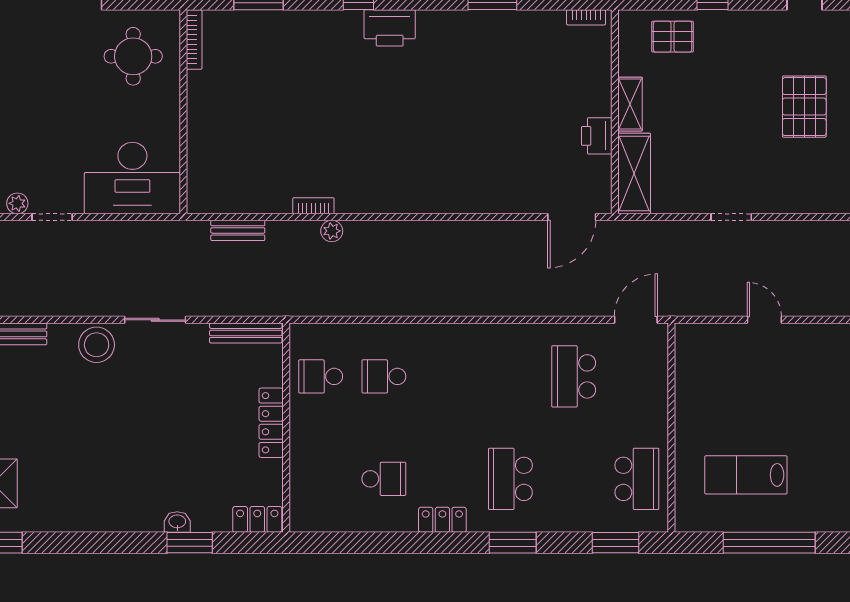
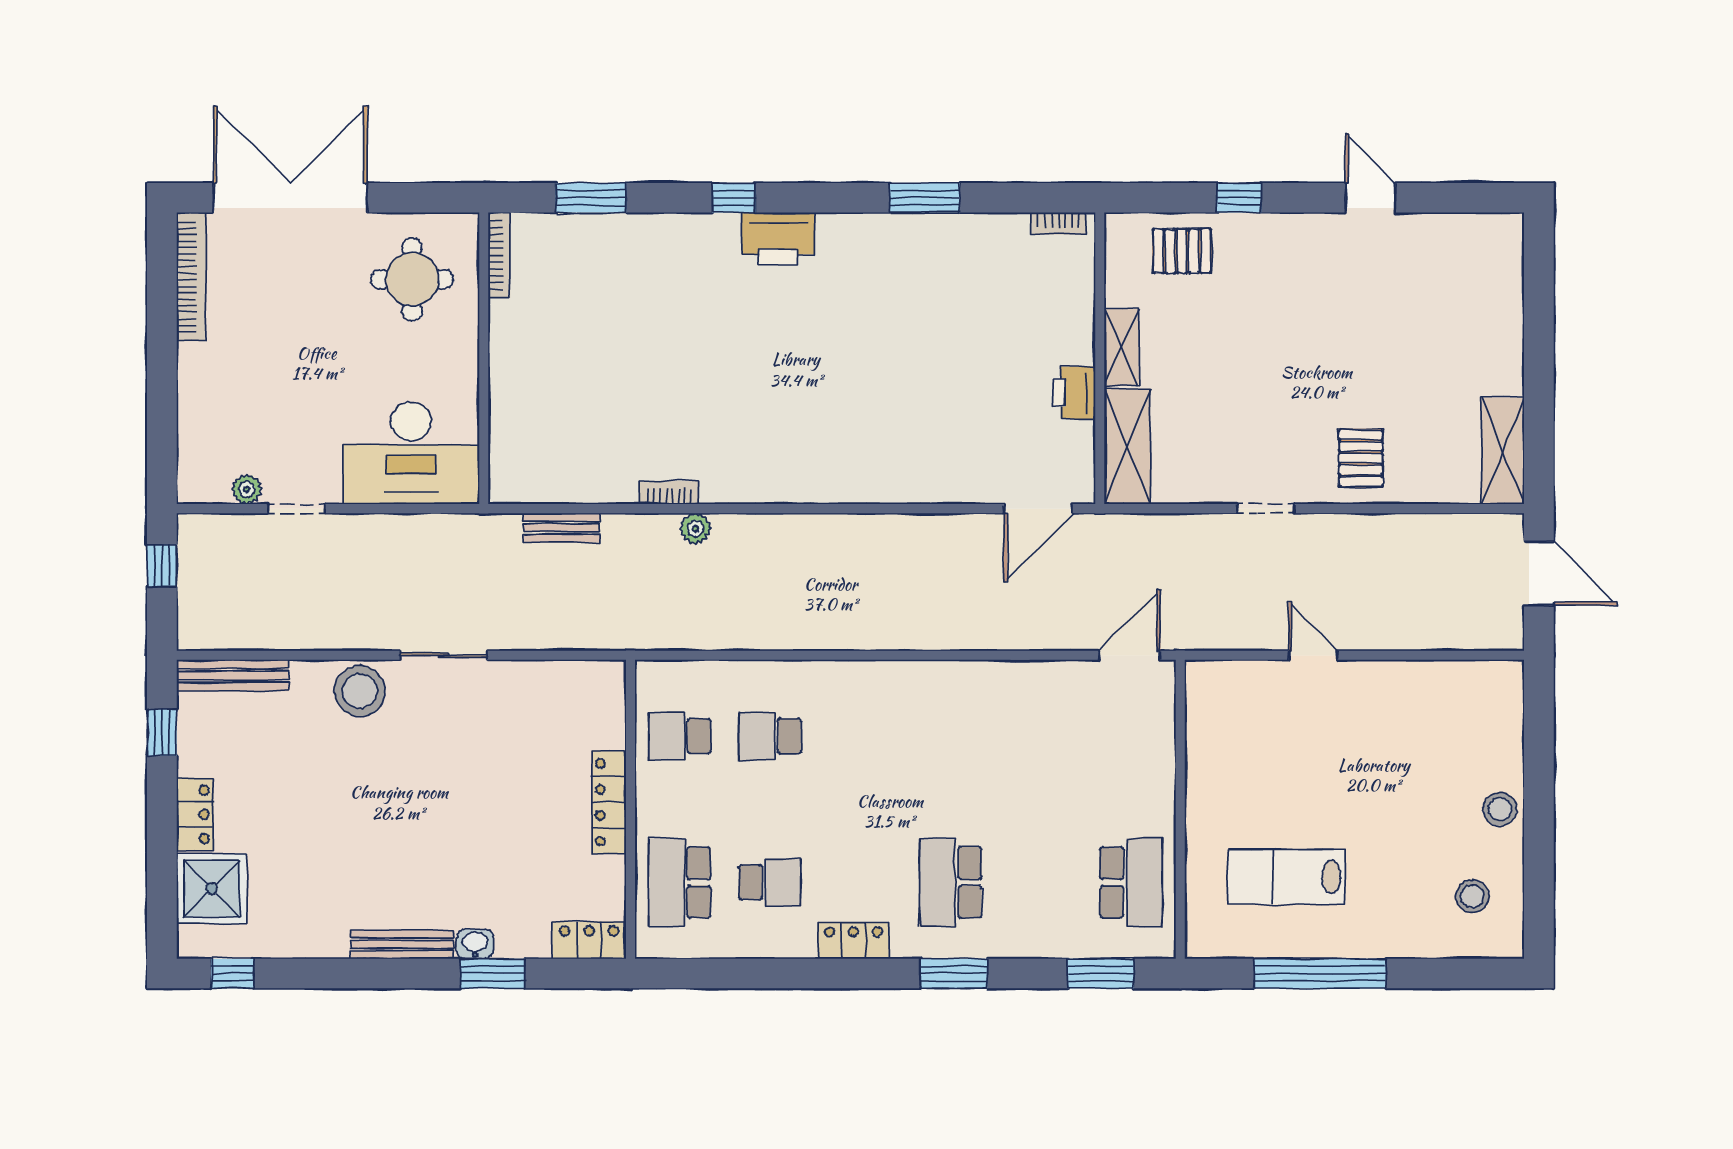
pallet: (804, 107) -> (1361, 458), moved, width x0.67, depth x0.71
bench: (246, 333) -> (402, 944), moved
school desk: (574, 376) -> (680, 882), moved

